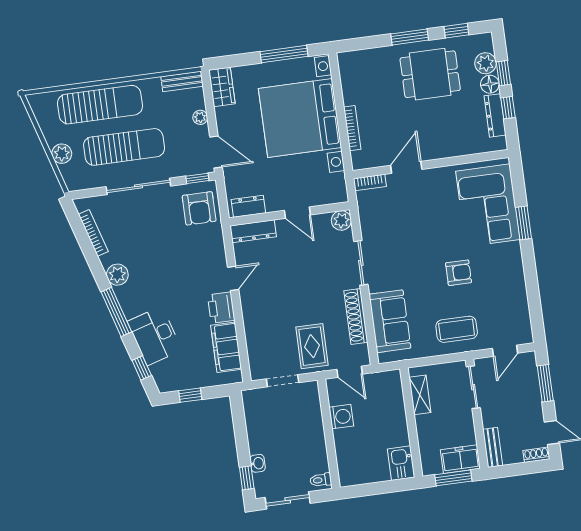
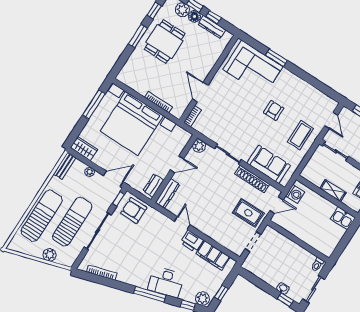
armchair: (199, 208) -> (134, 211), turned 180
plant: (117, 275) -> (203, 299), moved
desk: (155, 336) -> (166, 282), moved
shelving: (420, 395) -> (333, 191), moved
washing machine: (341, 417) -> (295, 194), moved, turned 90

